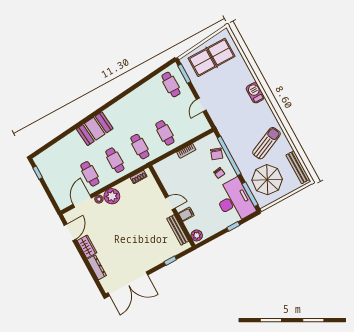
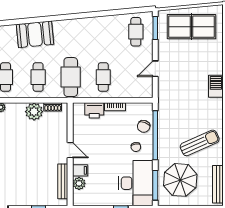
cafe table: (140, 147) -> (71, 77), width x1.37, depth x1.35
printer: (172, 162) -> (94, 110), added
plant: (112, 196) -> (34, 112), moved
plant: (197, 235) -> (79, 183), moved

